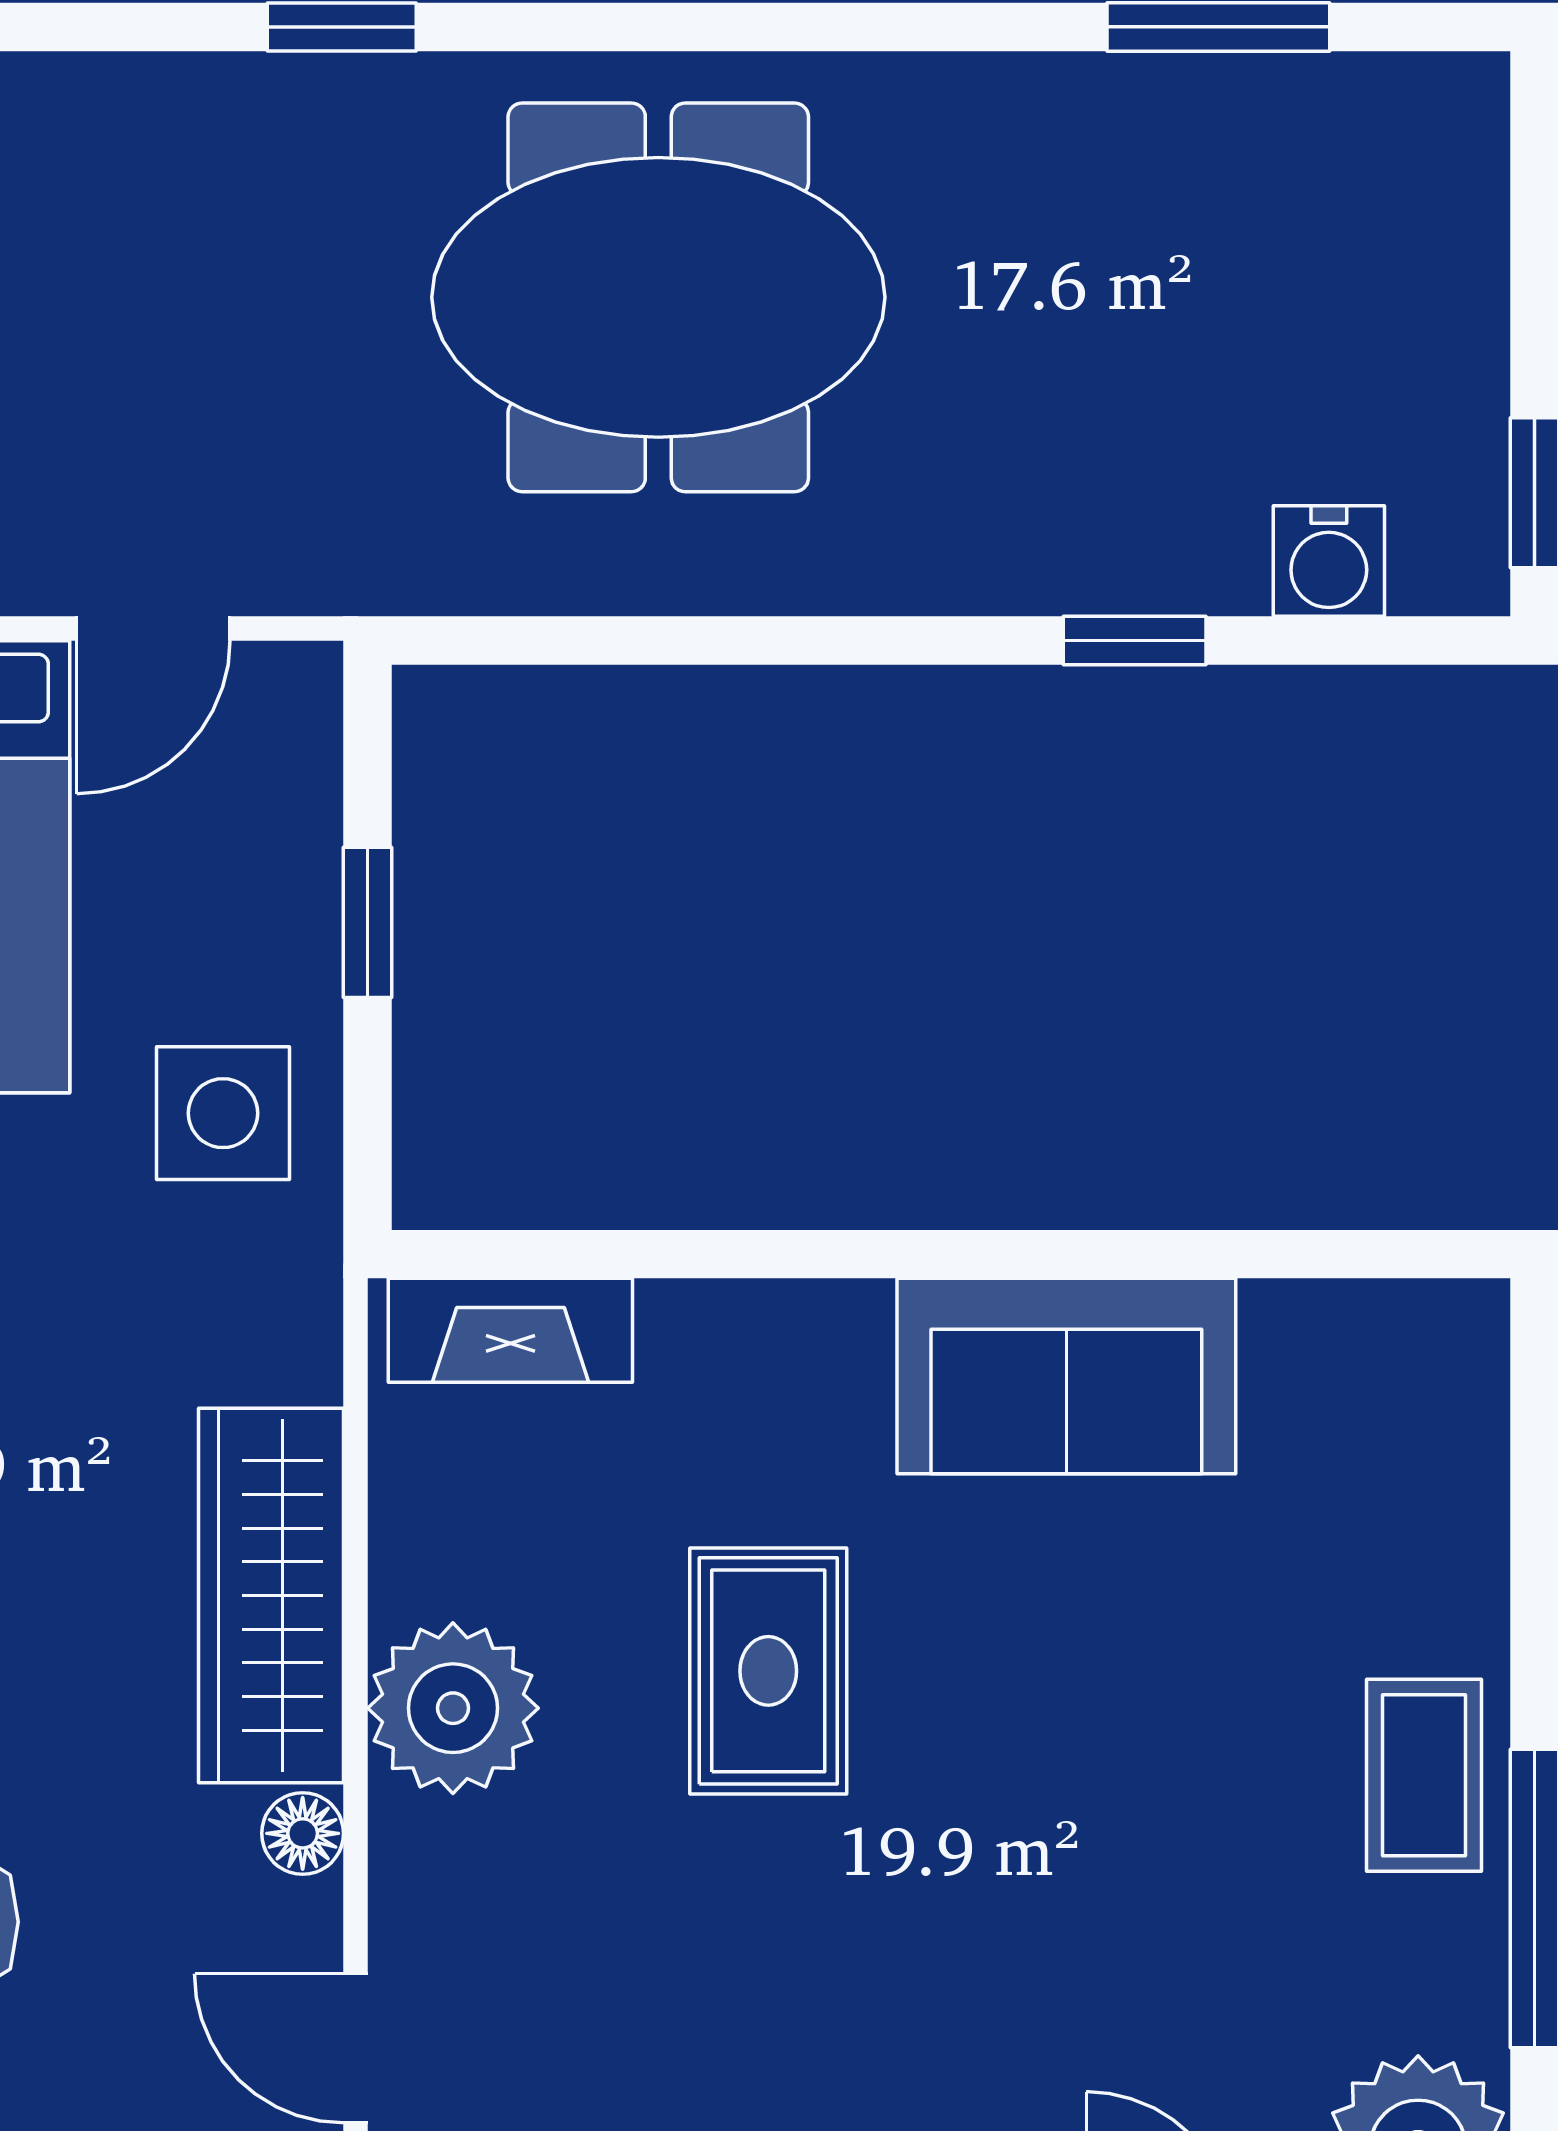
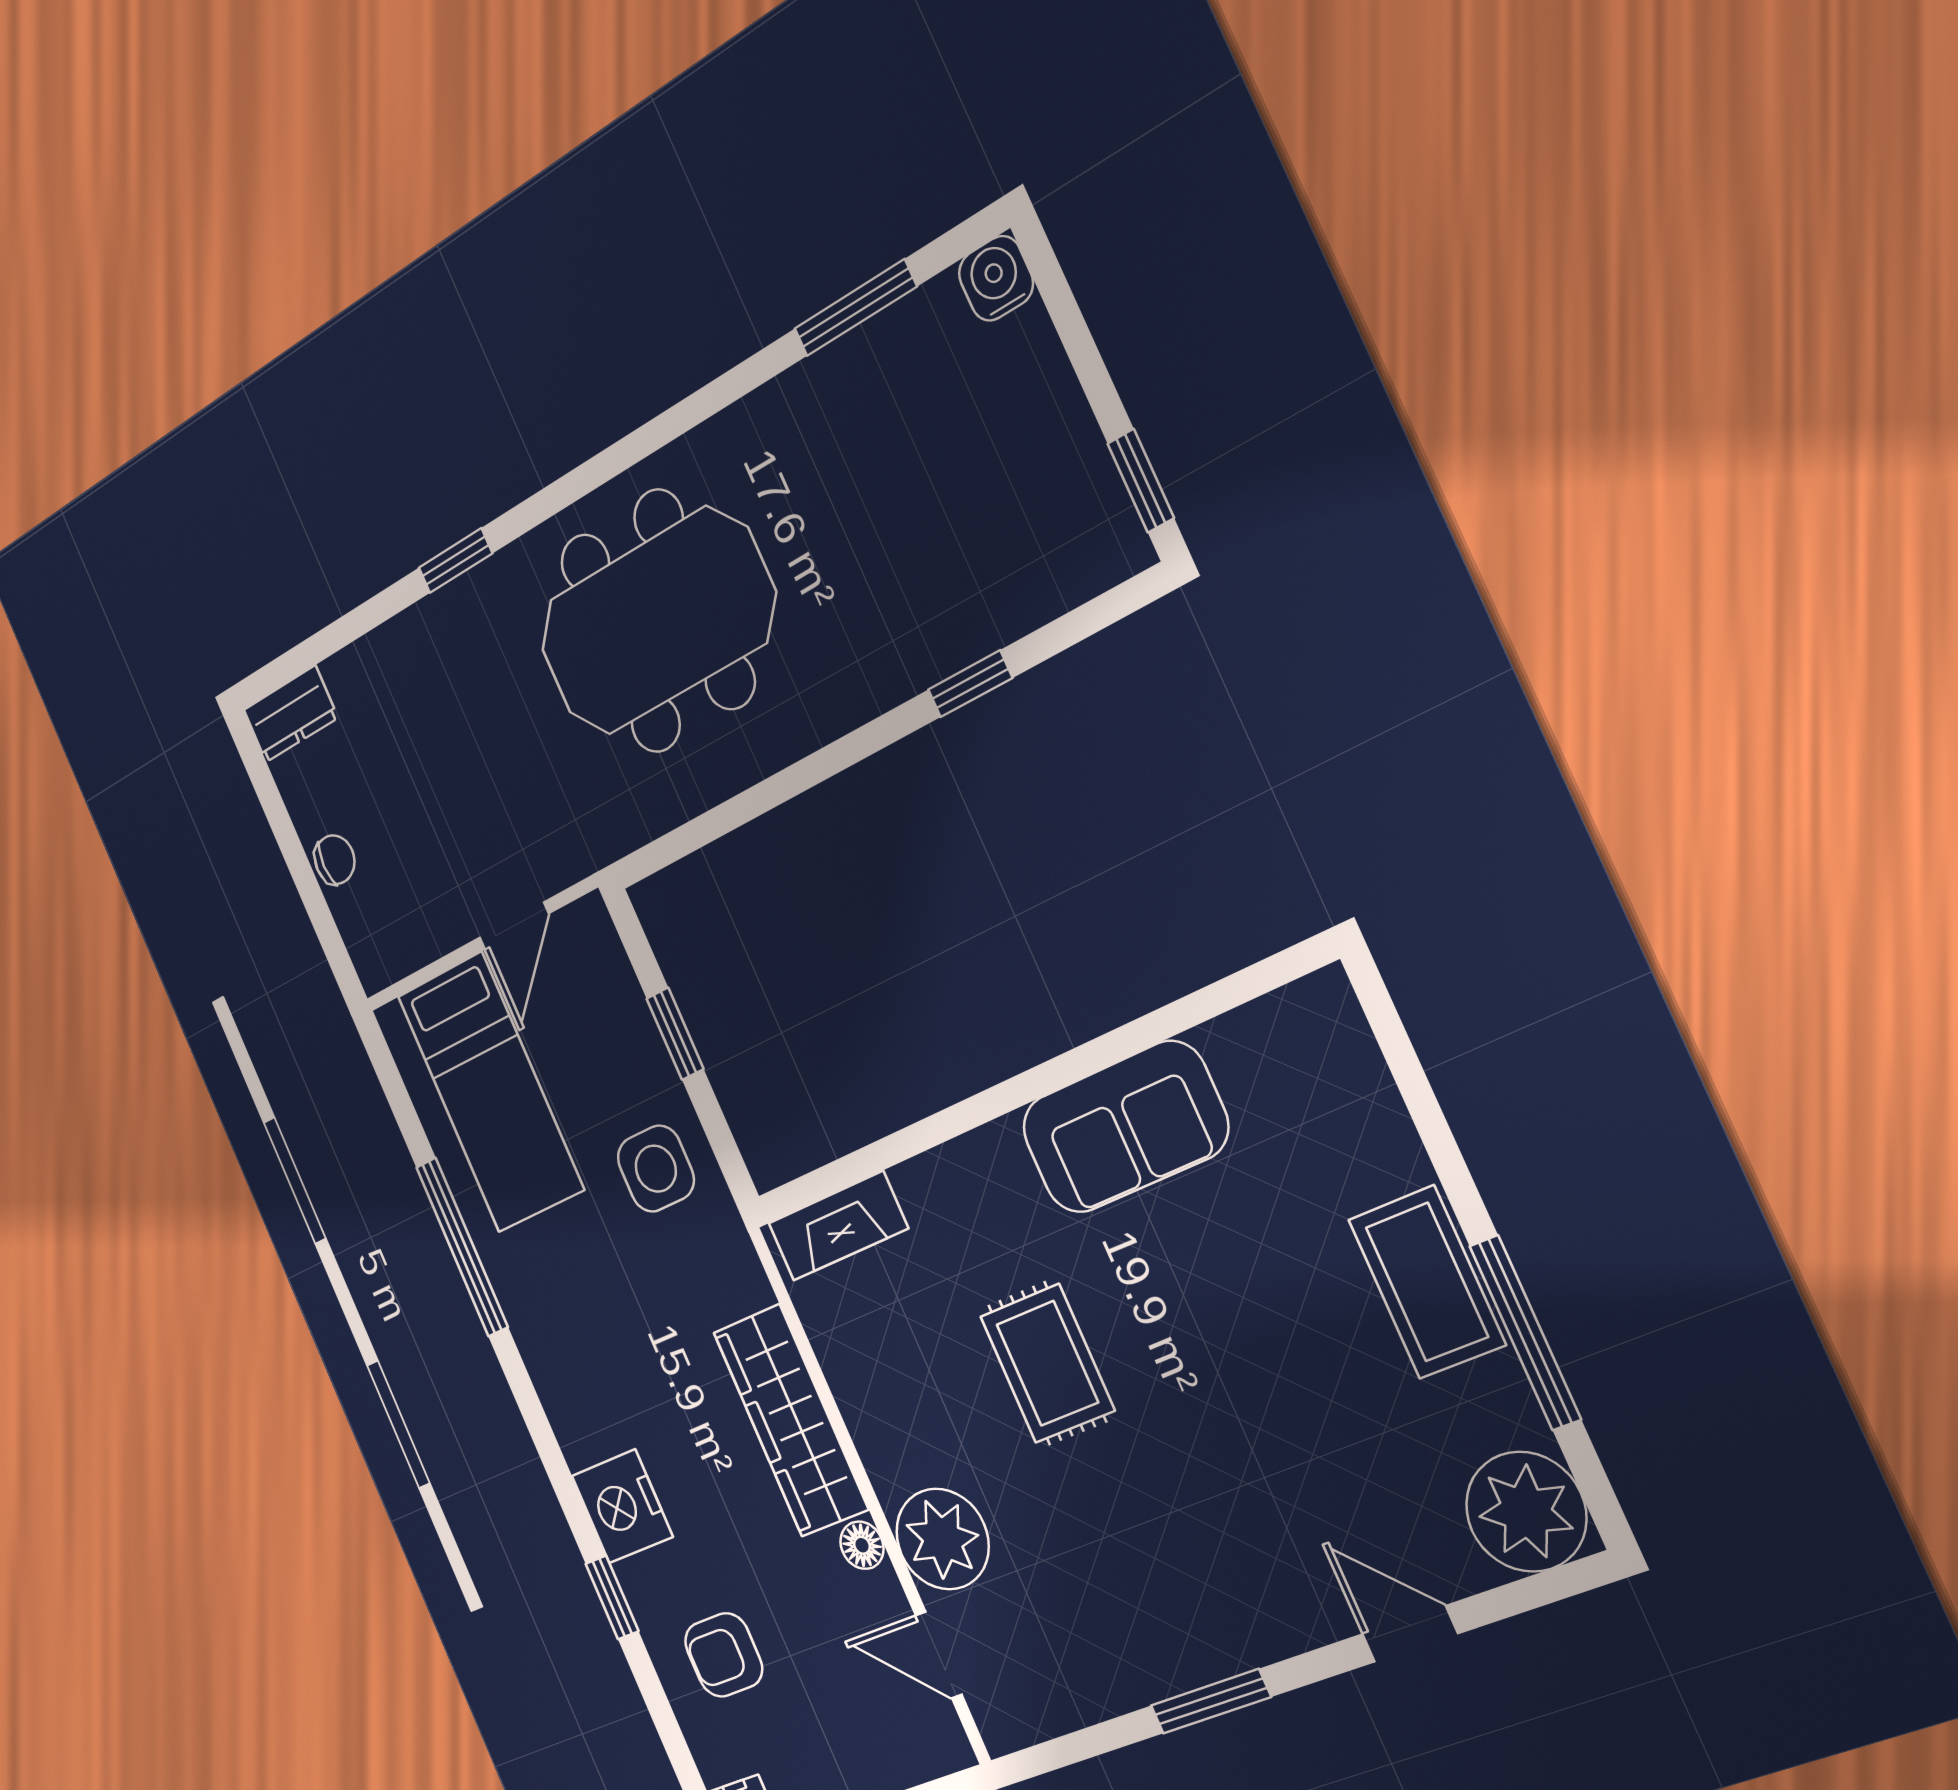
water cooler: (1329, 561) -> (996, 278), moved, turned 180
plant: (453, 1708) -> (942, 1539), moved
coffee table: (1424, 1775) -> (1427, 1282), width x1.36, depth x1.30

